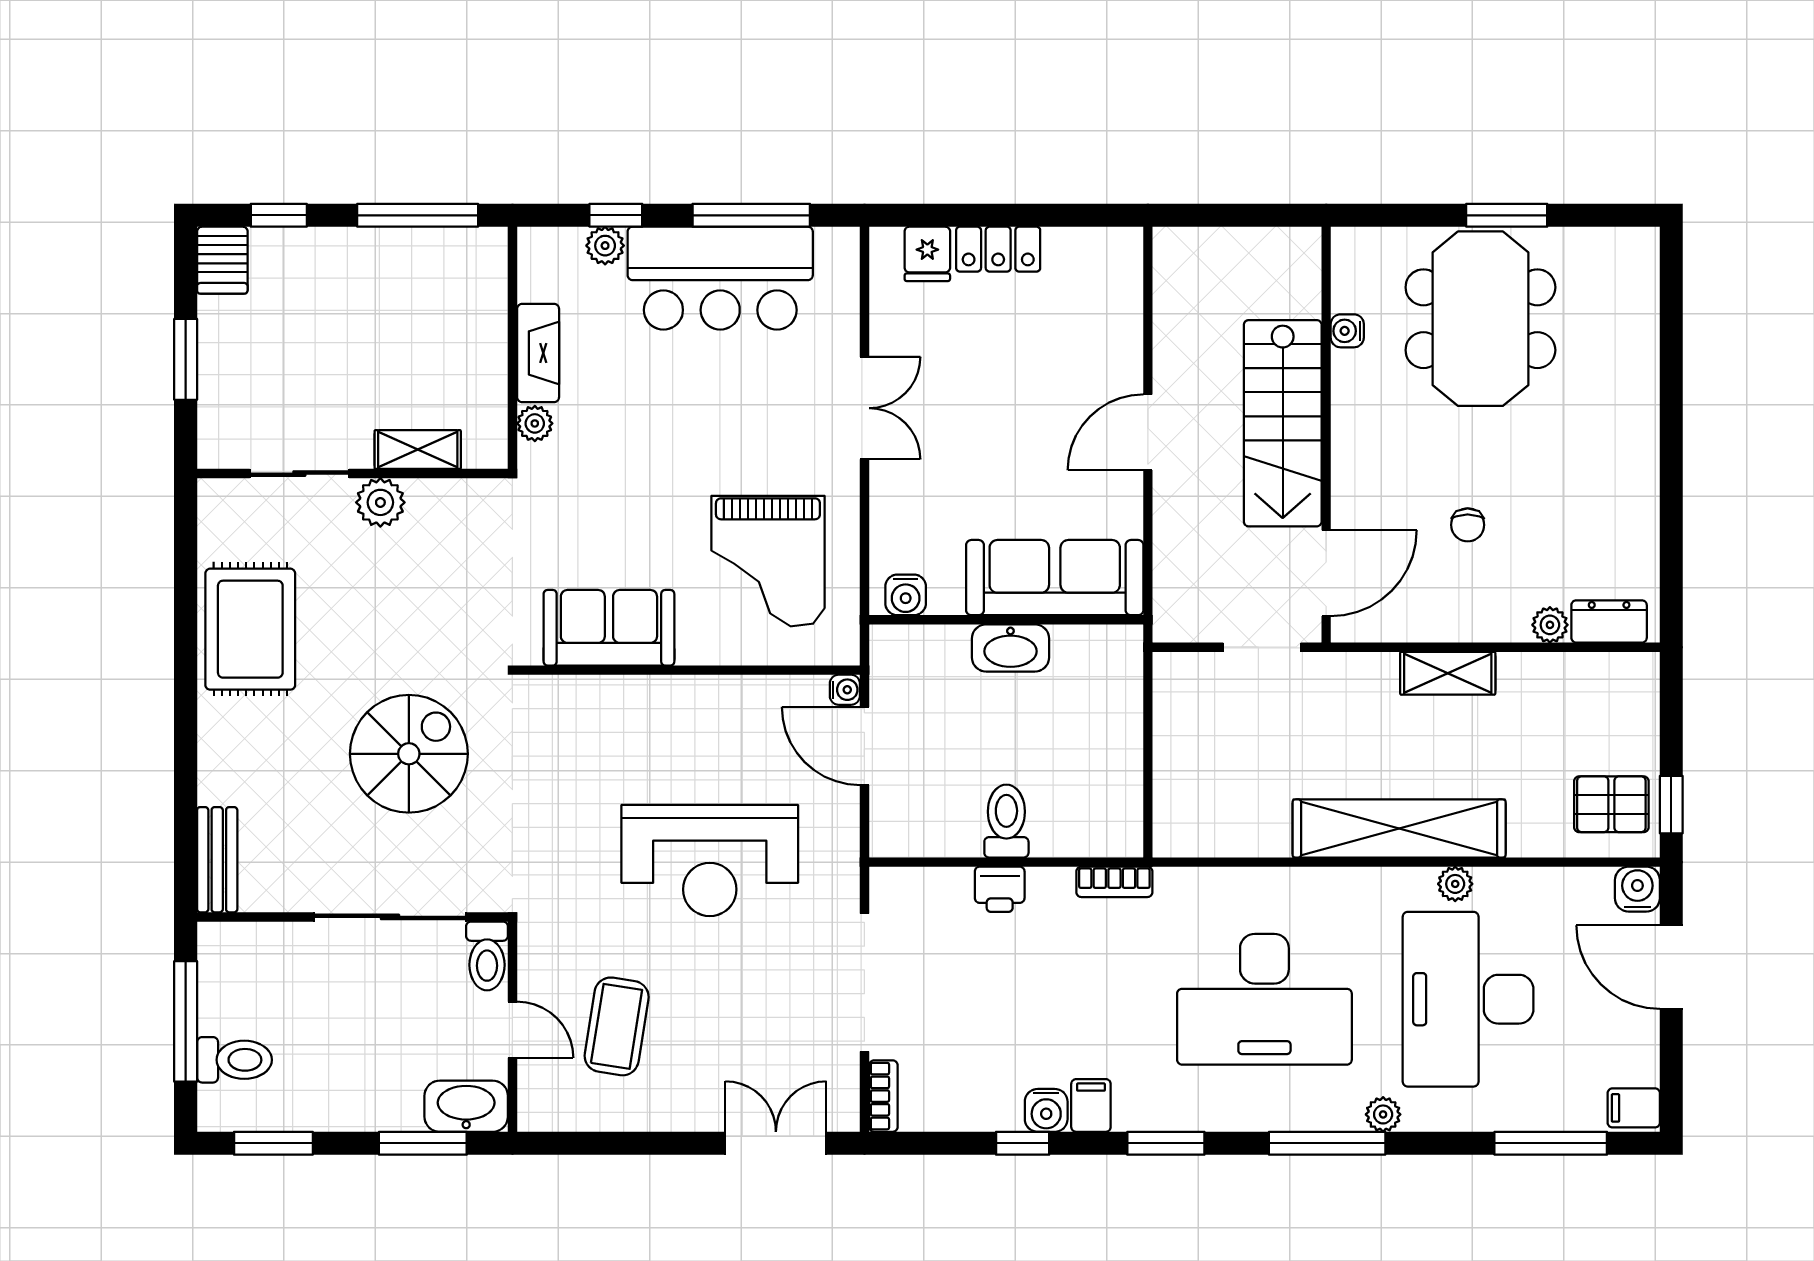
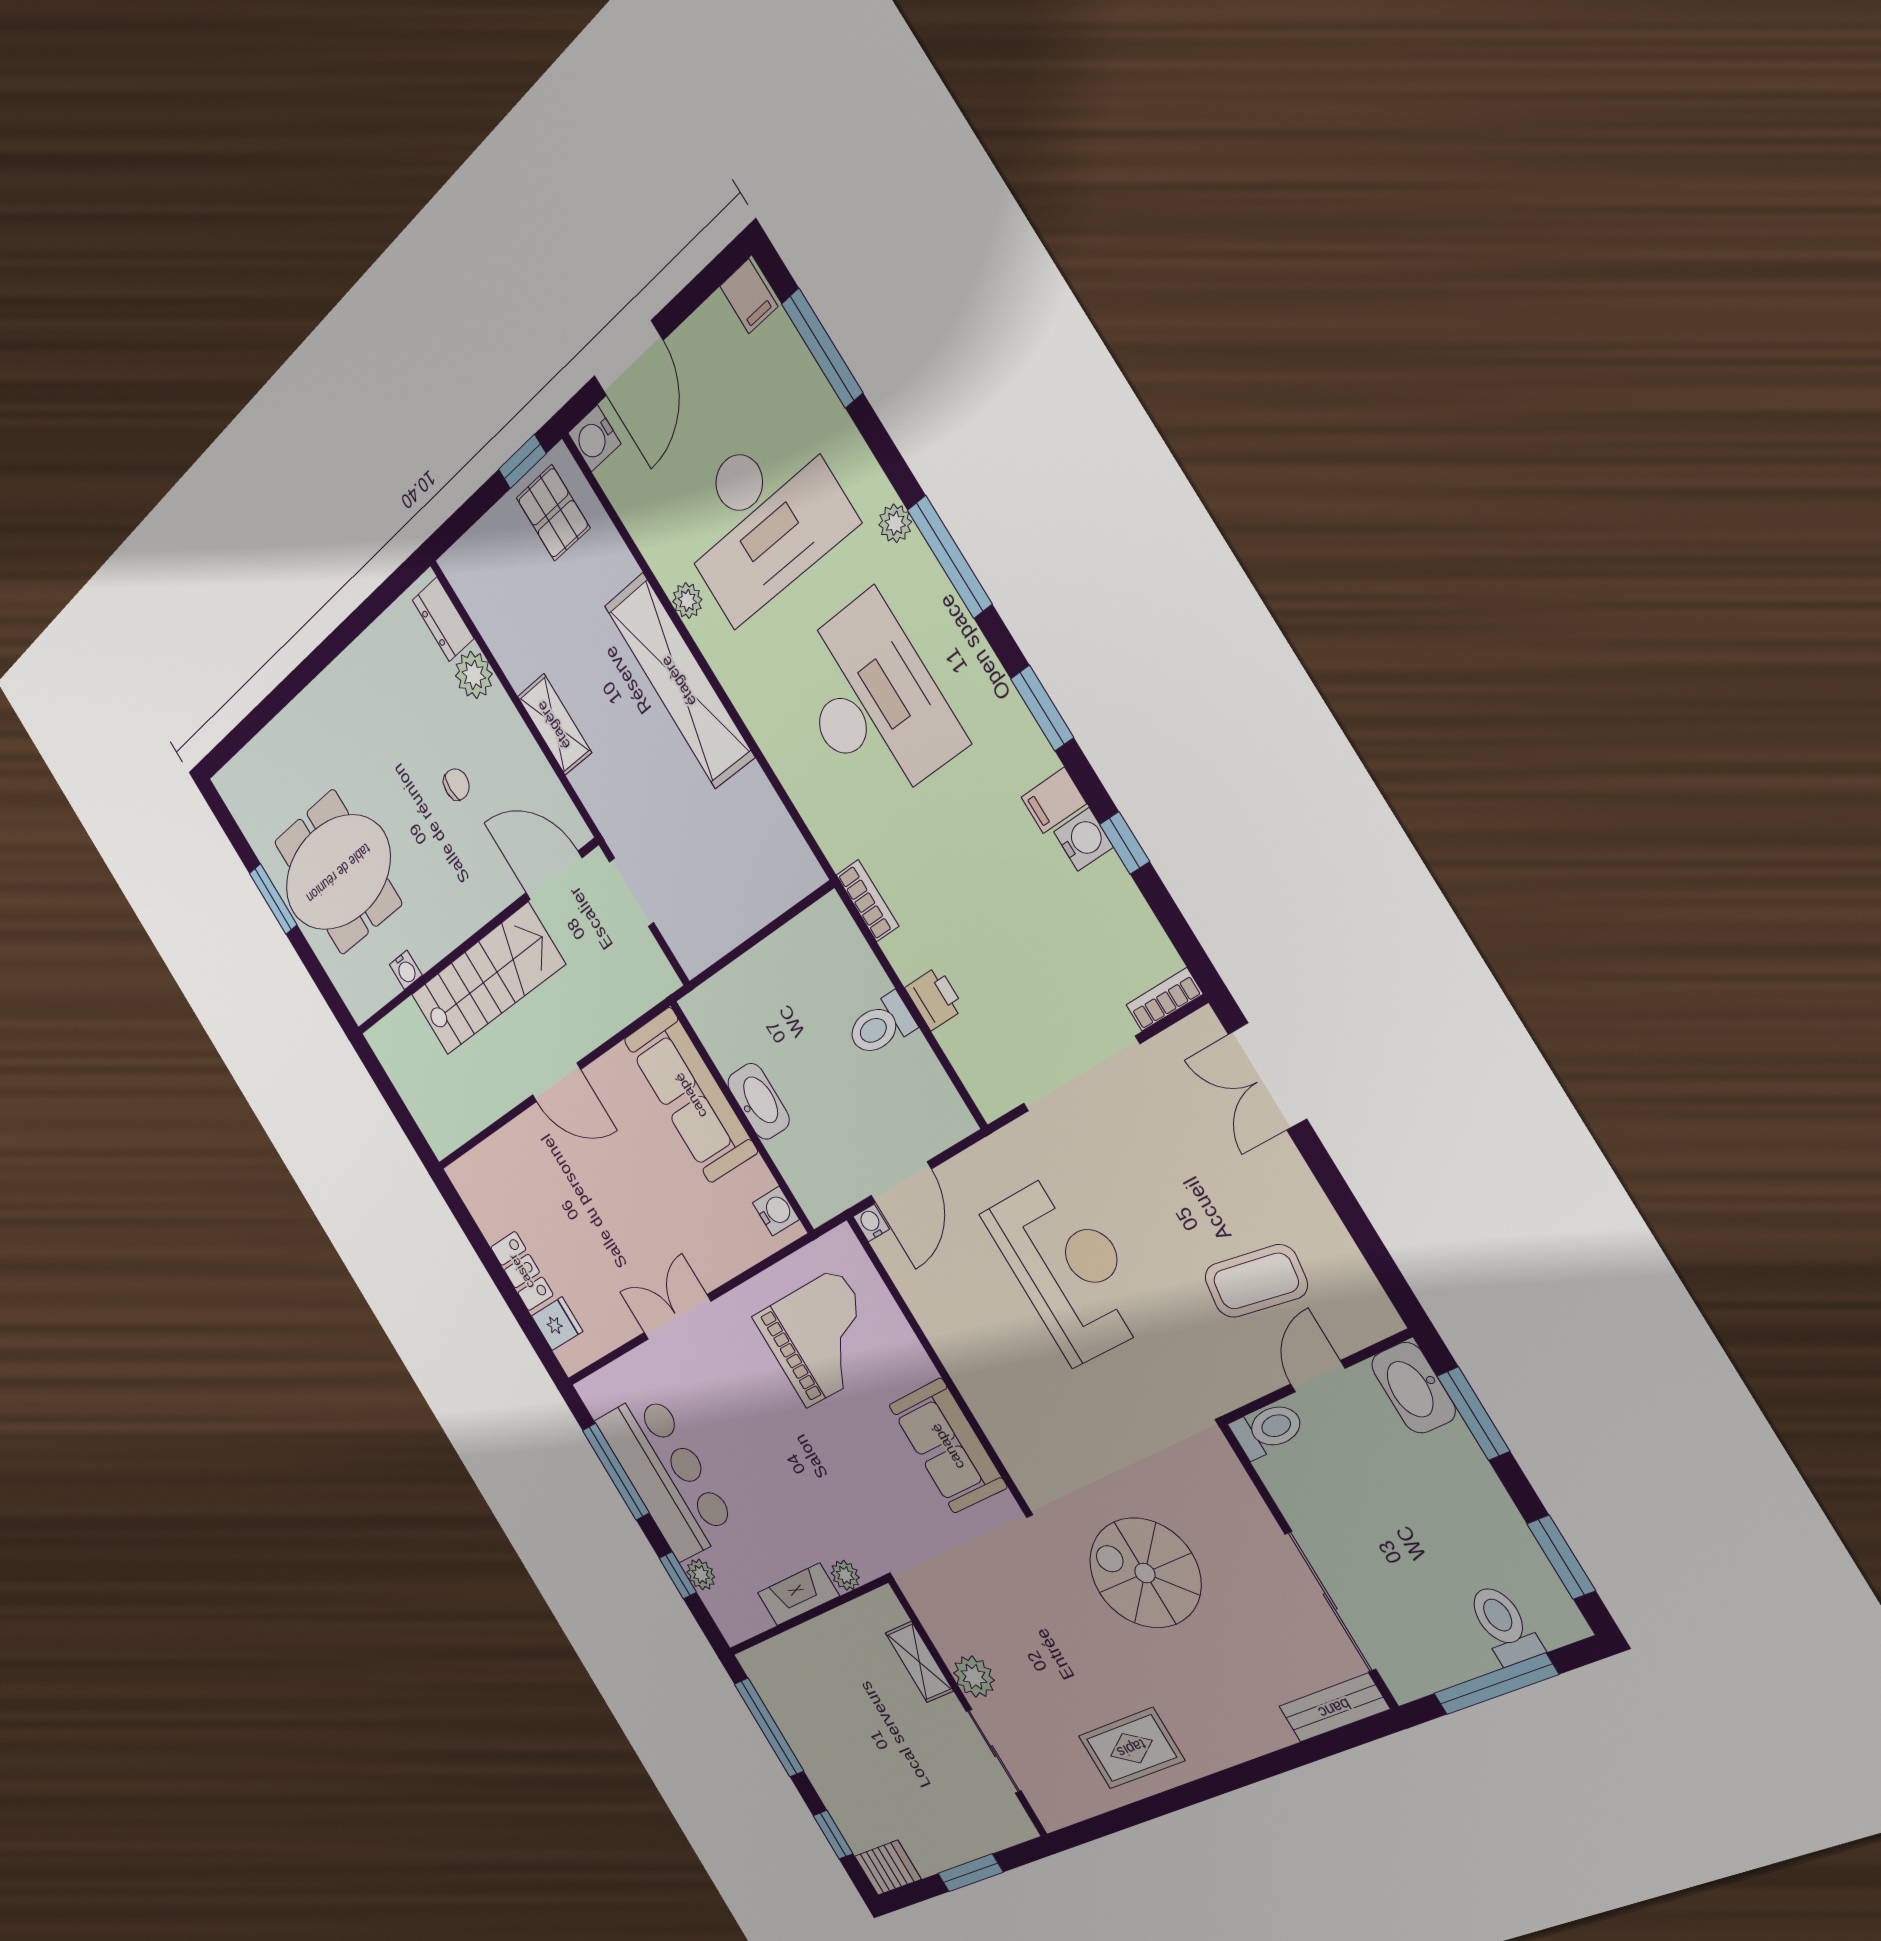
plant: (1550, 625) -> (474, 675), width x1.38, depth x1.38
rug: (250, 629) -> (1131, 1748), width x0.73, depth x0.70
sliding door: (390, 917) -> (1330, 1601), moved

